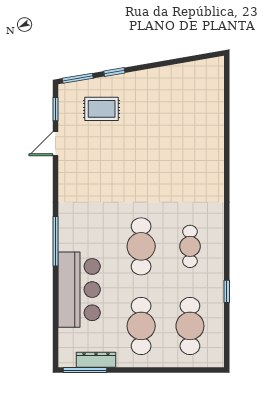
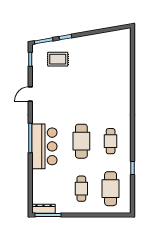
door: (55, 144) -> (30, 94), moved
bar counter: (79, 290) -> (44, 146), moved
cafe table: (141, 326) -> (81, 189), width x0.73, depth x0.74
dresser: (96, 360) -> (44, 209), moved

